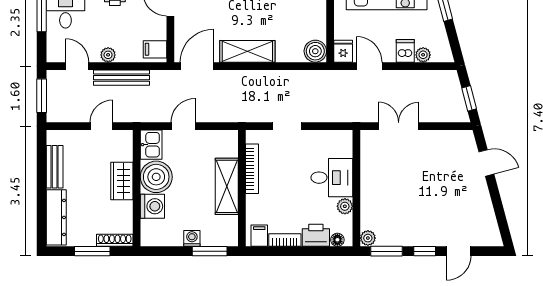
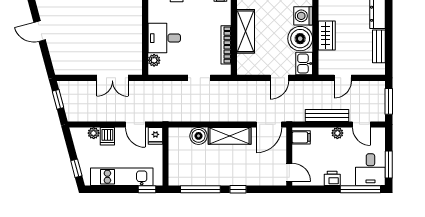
boiler: (315, 51) -> (199, 136), moved
door: (486, 163) -> (40, 31), moved
plant: (345, 206) -> (154, 60), moved

